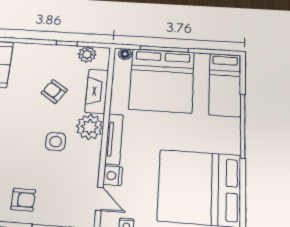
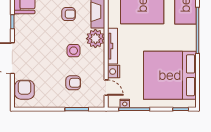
armchair: (54, 92) -> (69, 14), turned 146
armchair: (23, 200) -> (73, 83), moved

